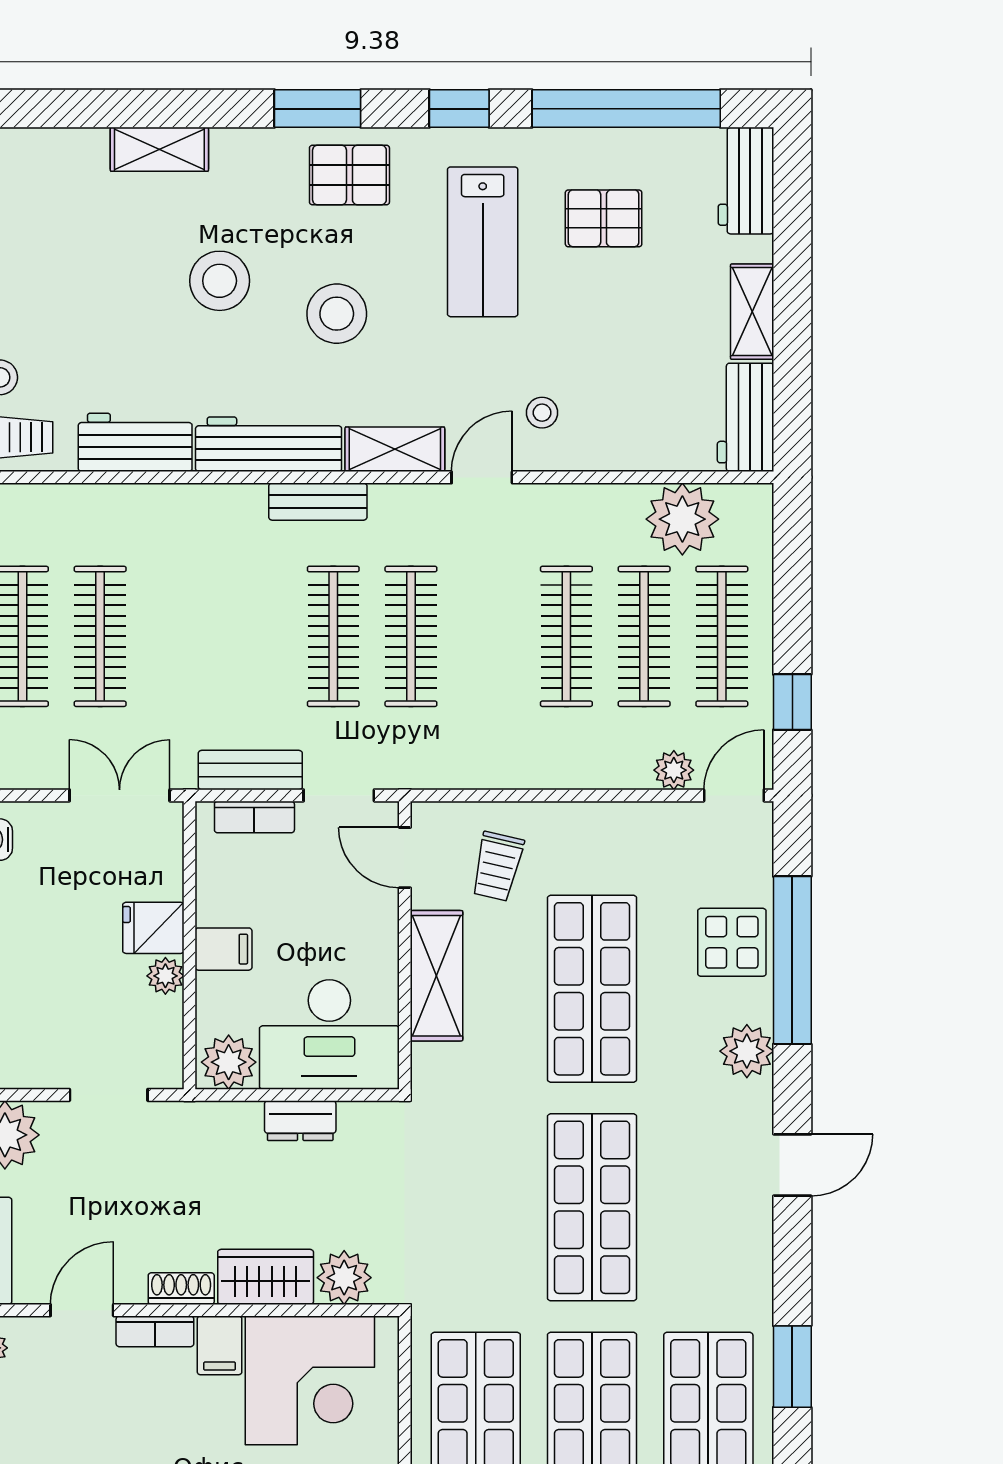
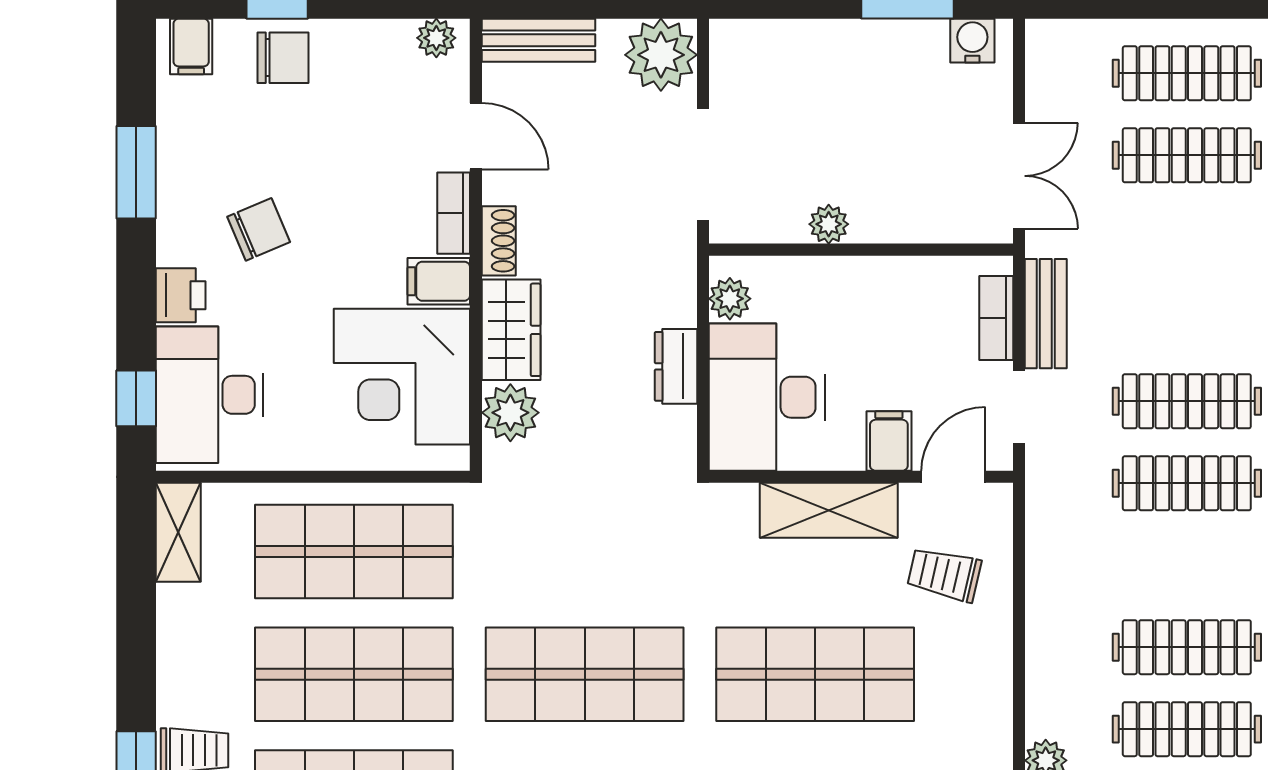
fridge: (153, 928) -> (879, 211), removed
filing cabinet: (224, 949) -> (889, 441), moved, turned 180
plant: (229, 1062) -> (730, 299), width x0.73, depth x0.73
doorway: (109, 1095) -> (703, 164), width x1.38

